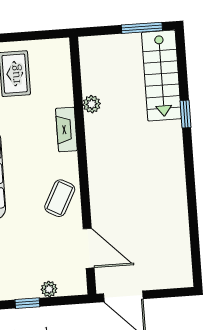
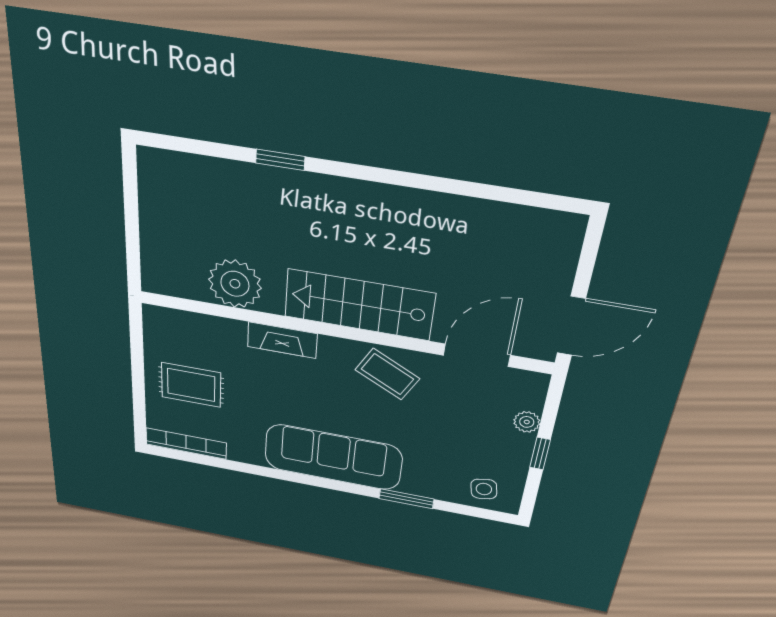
window: (142, 28) -> (131, 196), removed
stairs: (161, 75) -> (359, 305), moved, turned 180
plant: (92, 104) -> (235, 284), width x1.88, depth x1.88

